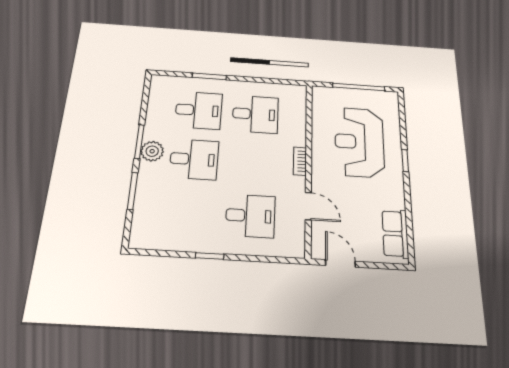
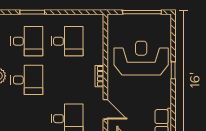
reception desk: (359, 142) -> (141, 58), turned 90

